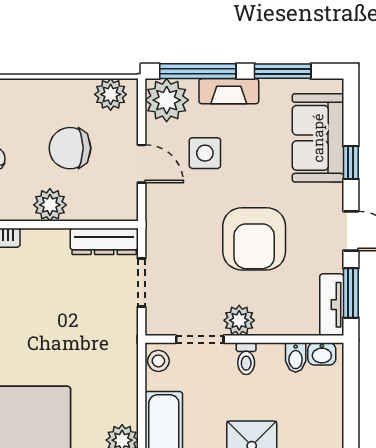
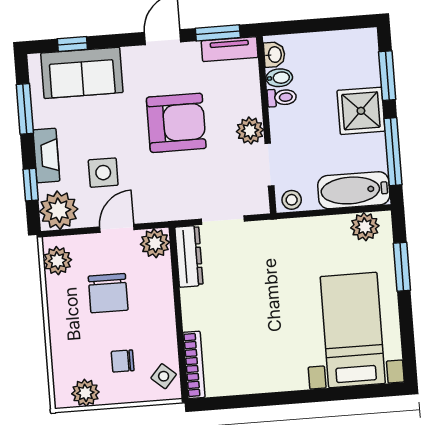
window: (198, 71) -> (31, 185), width x0.46
window: (351, 163) -> (72, 44), moved
plant: (50, 205) -> (155, 243), moved
toilet: (246, 359) -> (282, 97), moved

